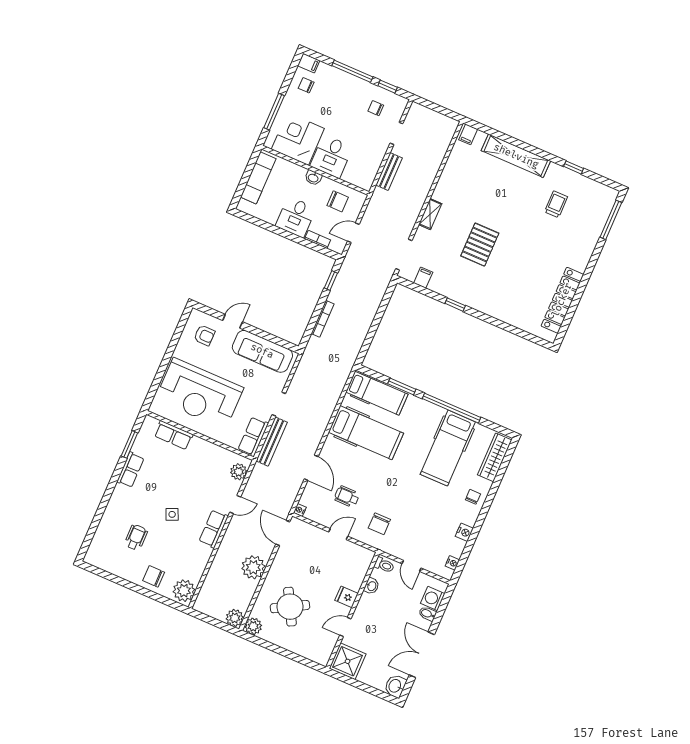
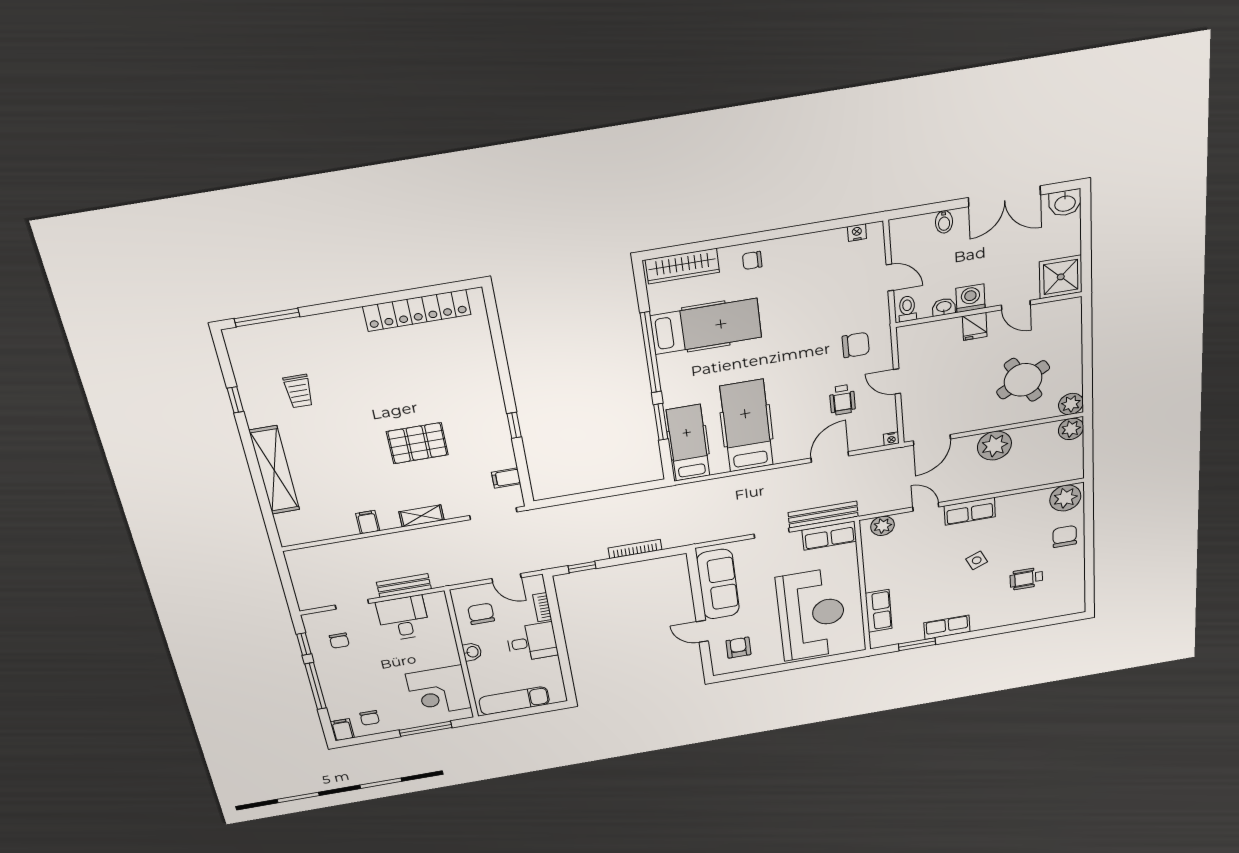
filing cabinet: (468, 134) -> (368, 522), moved, turned -90
desk: (331, 156) -> (403, 618), moved, turned -90
trolley: (556, 204) -> (299, 391), turned -90
nightstand: (464, 532) -> (807, 243), removed
door: (411, 566) -> (890, 277), hinge flipped
chair: (154, 576) -> (1065, 536), turned 180
washing machine: (433, 599) -> (971, 298), moved, turned 180

